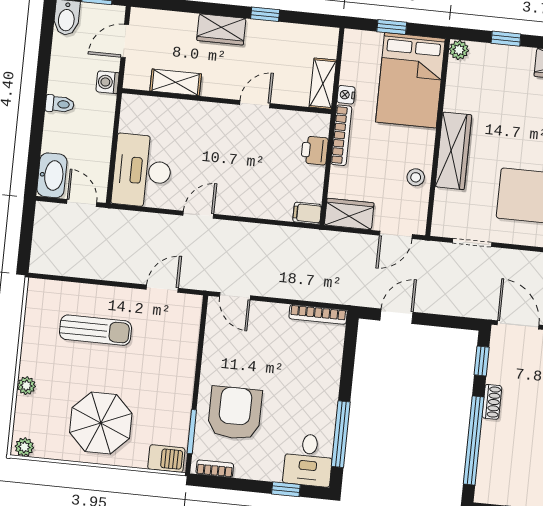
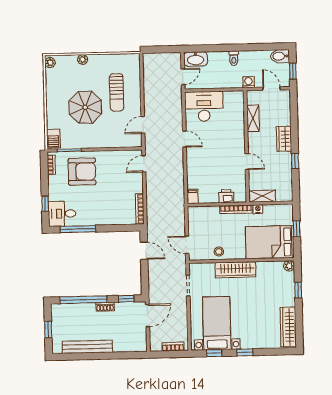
wardrobe: (349, 214) -> (195, 219), removed
door: (162, 289) -> (143, 125), swing flipped
parasol: (101, 423) -> (85, 107), moved

